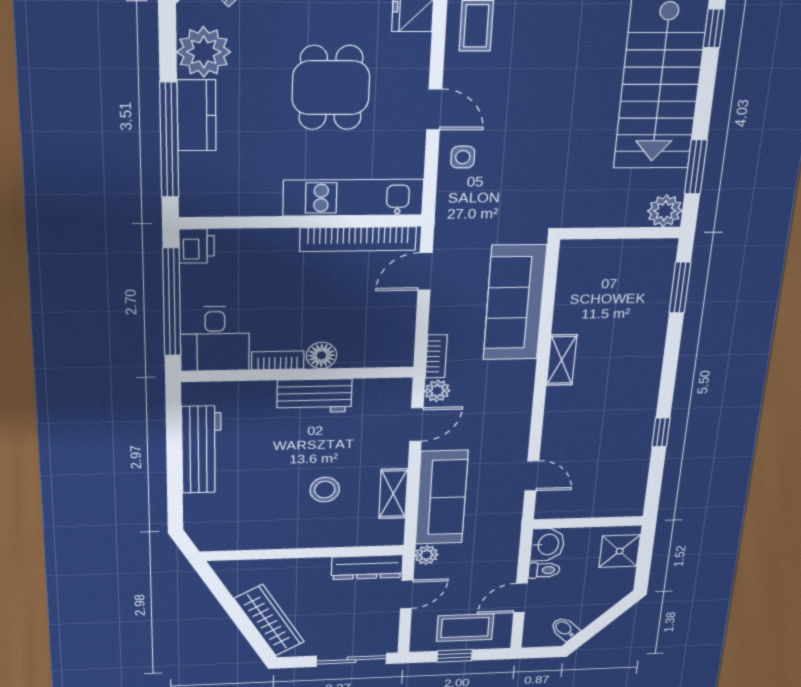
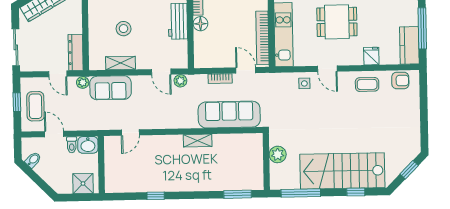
window: (714, 28) -> (356, 192), moved
door: (434, 110) -> (327, 69), hinge flipped
window: (696, 167) -> (301, 193), width x1.44
plant: (665, 211) -> (278, 154), moved
bookcase: (436, 356) -> (220, 79), moved
sofa: (442, 497) -> (111, 88), width x0.73

